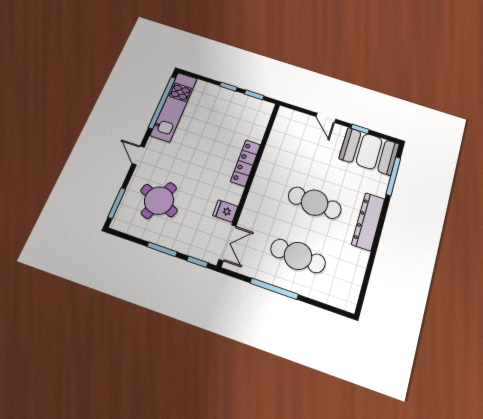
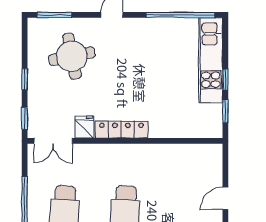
kitchen unit: (174, 107) -> (211, 60), moved, turned 90
locker: (246, 163) -> (121, 130), moved
round table: (159, 200) -> (72, 56), turned -32
window: (162, 249) -> (25, 79), width x0.67

